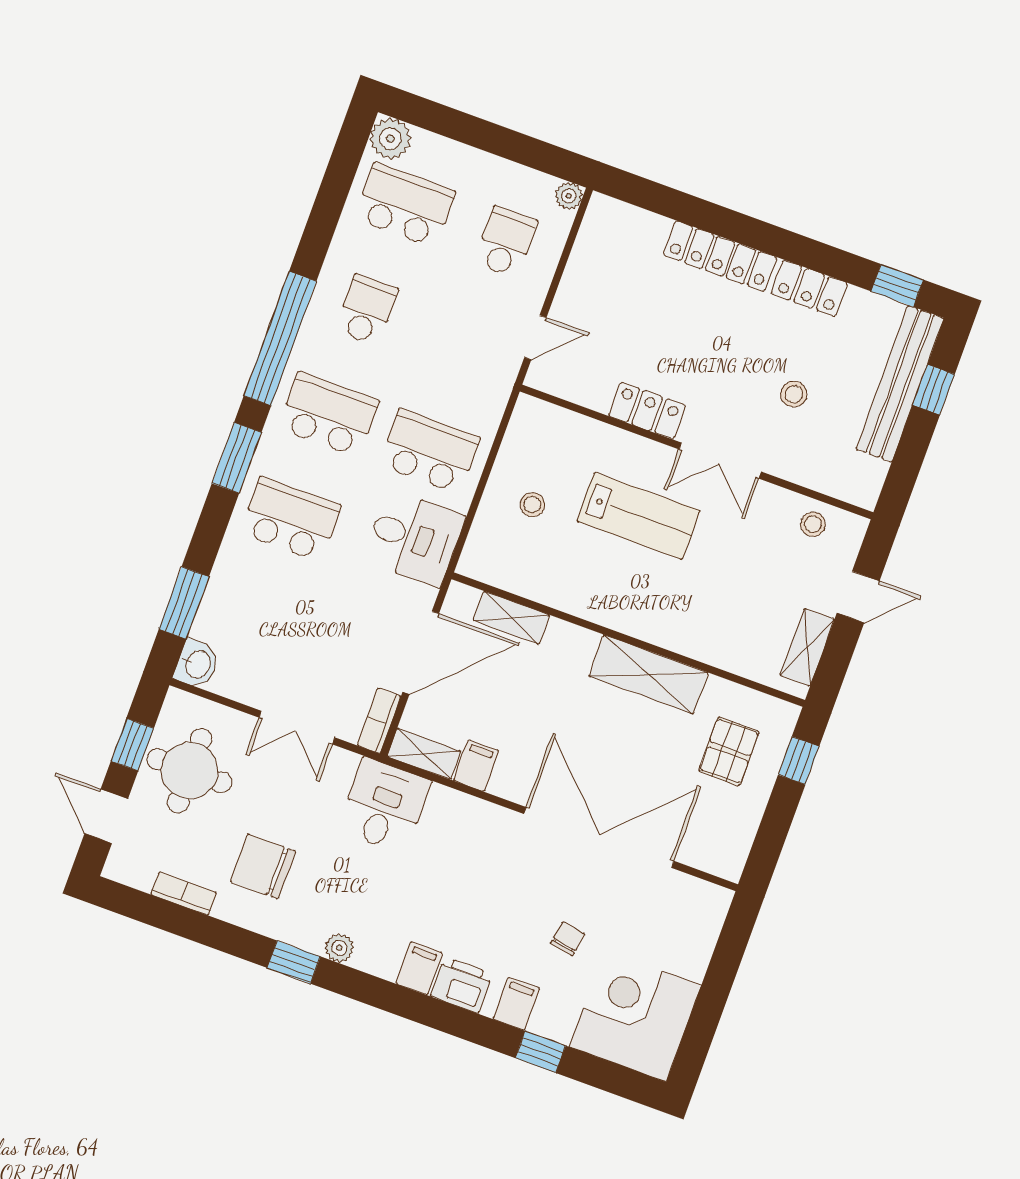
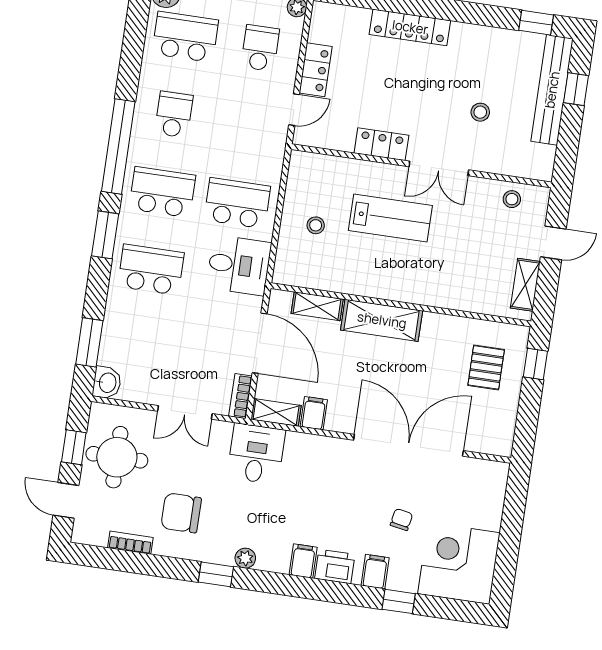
locker: (809, 288) -> (316, 70), moved, turned -90
door: (421, 653) -> (260, 343), hinge flipped
shelving: (648, 674) -> (382, 320), moved

